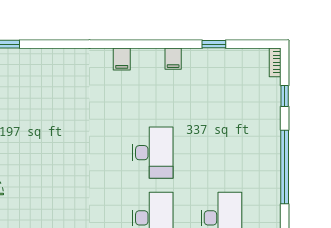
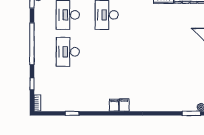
filing cabinet: (173, 59) -> (114, 105), moved
desk: (153, 153) -> (68, 52), moved

